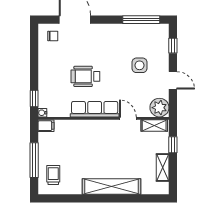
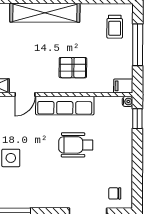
wheelchair: (85, 76) -> (76, 145), turned 180
door: (128, 118) -> (25, 94), hinge flipped
pallet: (88, 141) -> (73, 68), added

